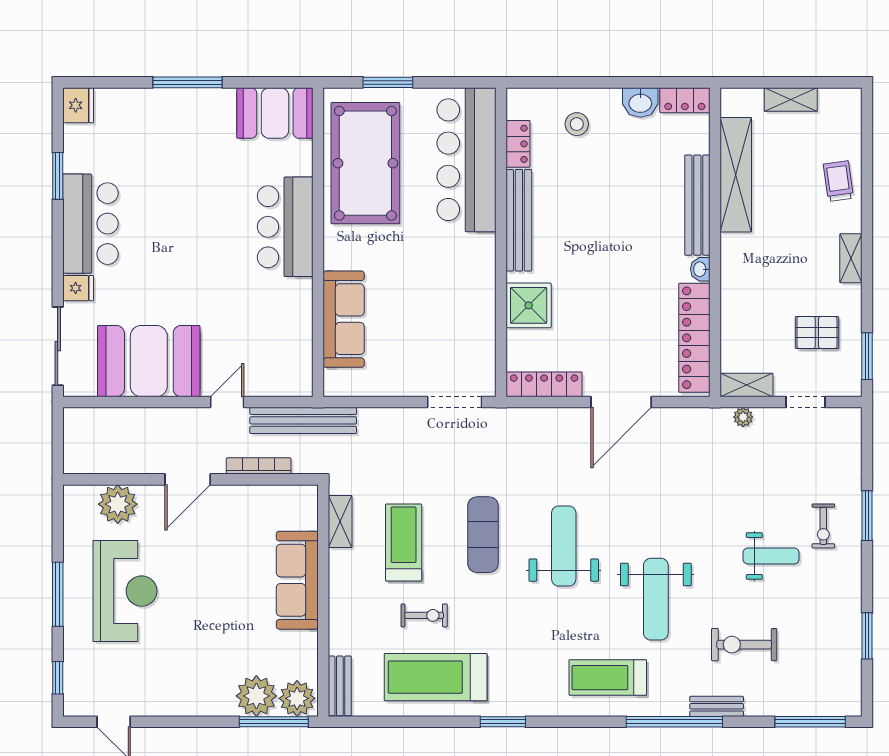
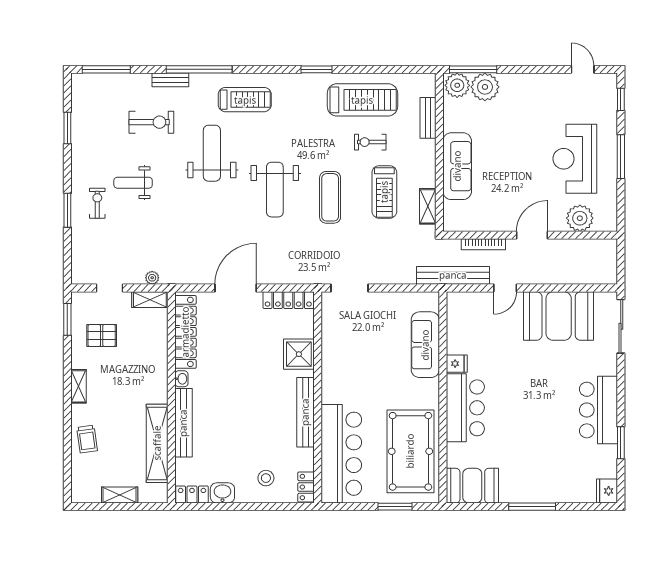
locker: (518, 144) -> (306, 487), moved
fridge: (78, 288) -> (457, 364), moved, turned 180
bench: (340, 686) -> (428, 118), moved

